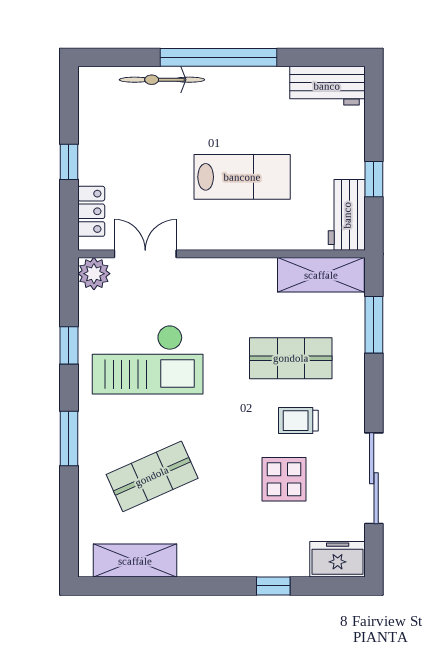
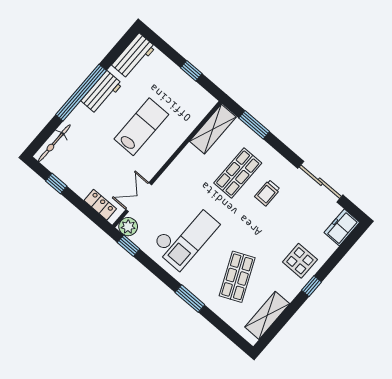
bicycle: (162, 80) -> (54, 143), moved
window: (69, 162) -> (56, 184), moved
workbench: (347, 215) -> (102, 92), moved, turned -90
window: (69, 345) -> (129, 246), moved
display table: (284, 479) -> (300, 261), moved
window: (273, 586) -> (311, 286), moved

